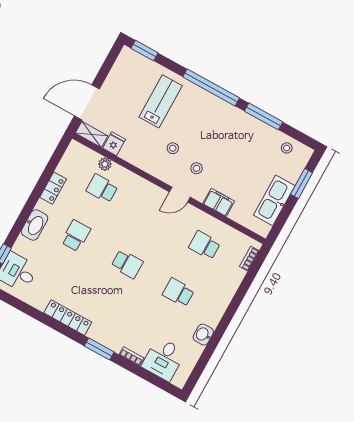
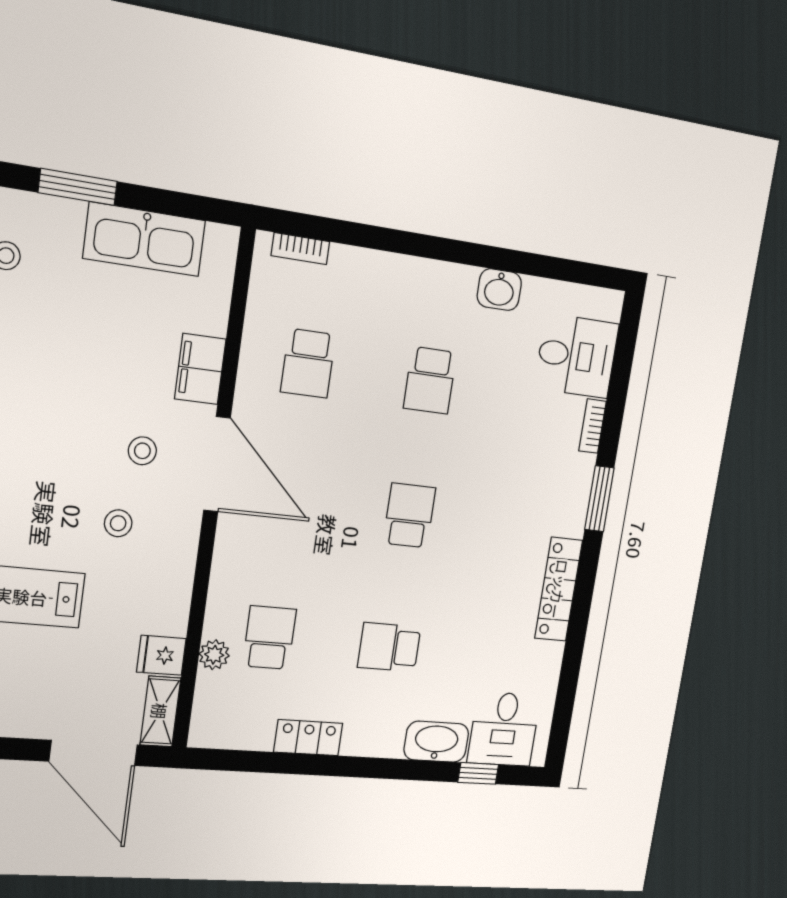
school desk: (102, 188) -> (269, 638), turned 180
door: (180, 195) -> (217, 464), width x1.87
washbasin: (35, 225) -> (436, 742), moved

